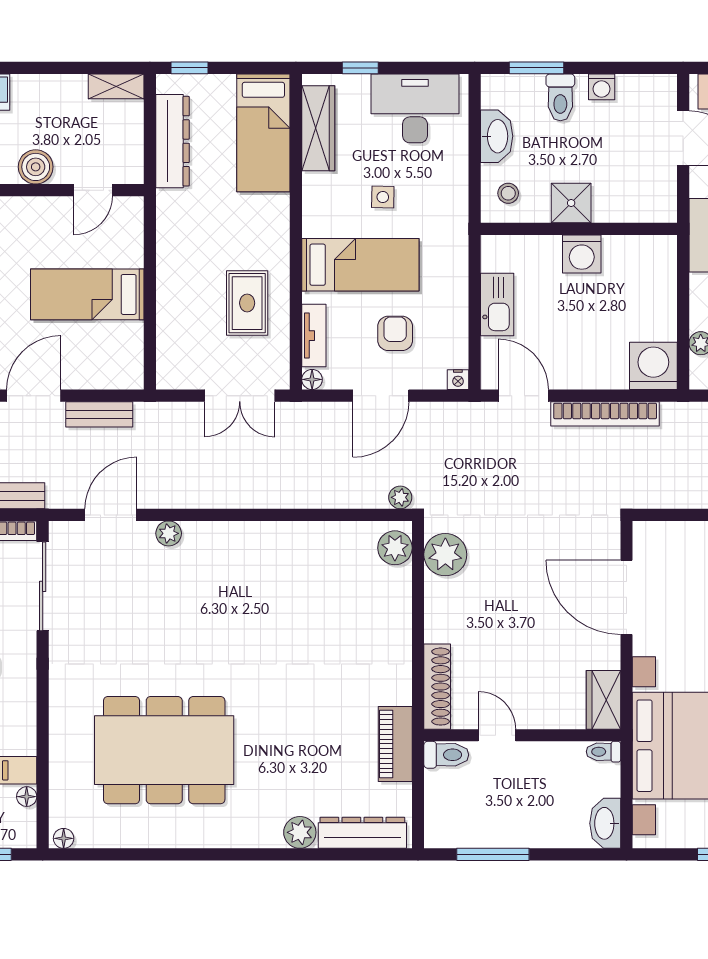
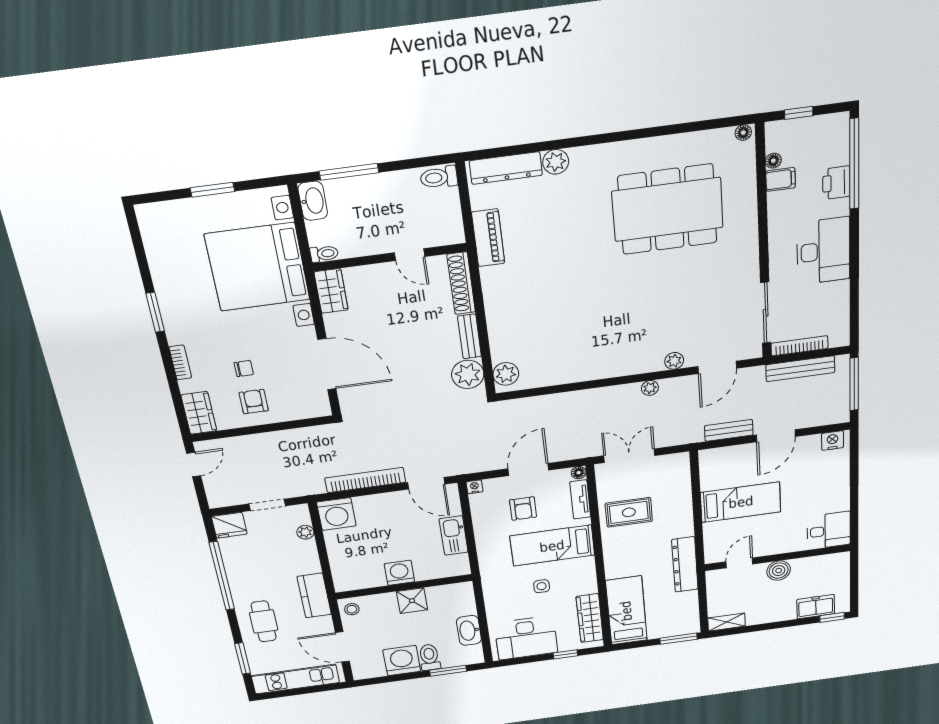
window: (189, 68) -> (679, 639), width x1.50
washing machine: (602, 87) -> (402, 661), width x1.89, depth x1.89
dresser: (173, 141) -> (685, 565), moved
stool: (508, 193) -> (352, 609), moved
rug: (247, 303) -> (629, 512), turned 90
plant: (400, 497) -> (650, 388), moved
bench: (436, 610) -> (469, 336), added
toilet: (446, 755) -> (439, 177), moved
window: (493, 854) -> (349, 172), moved

